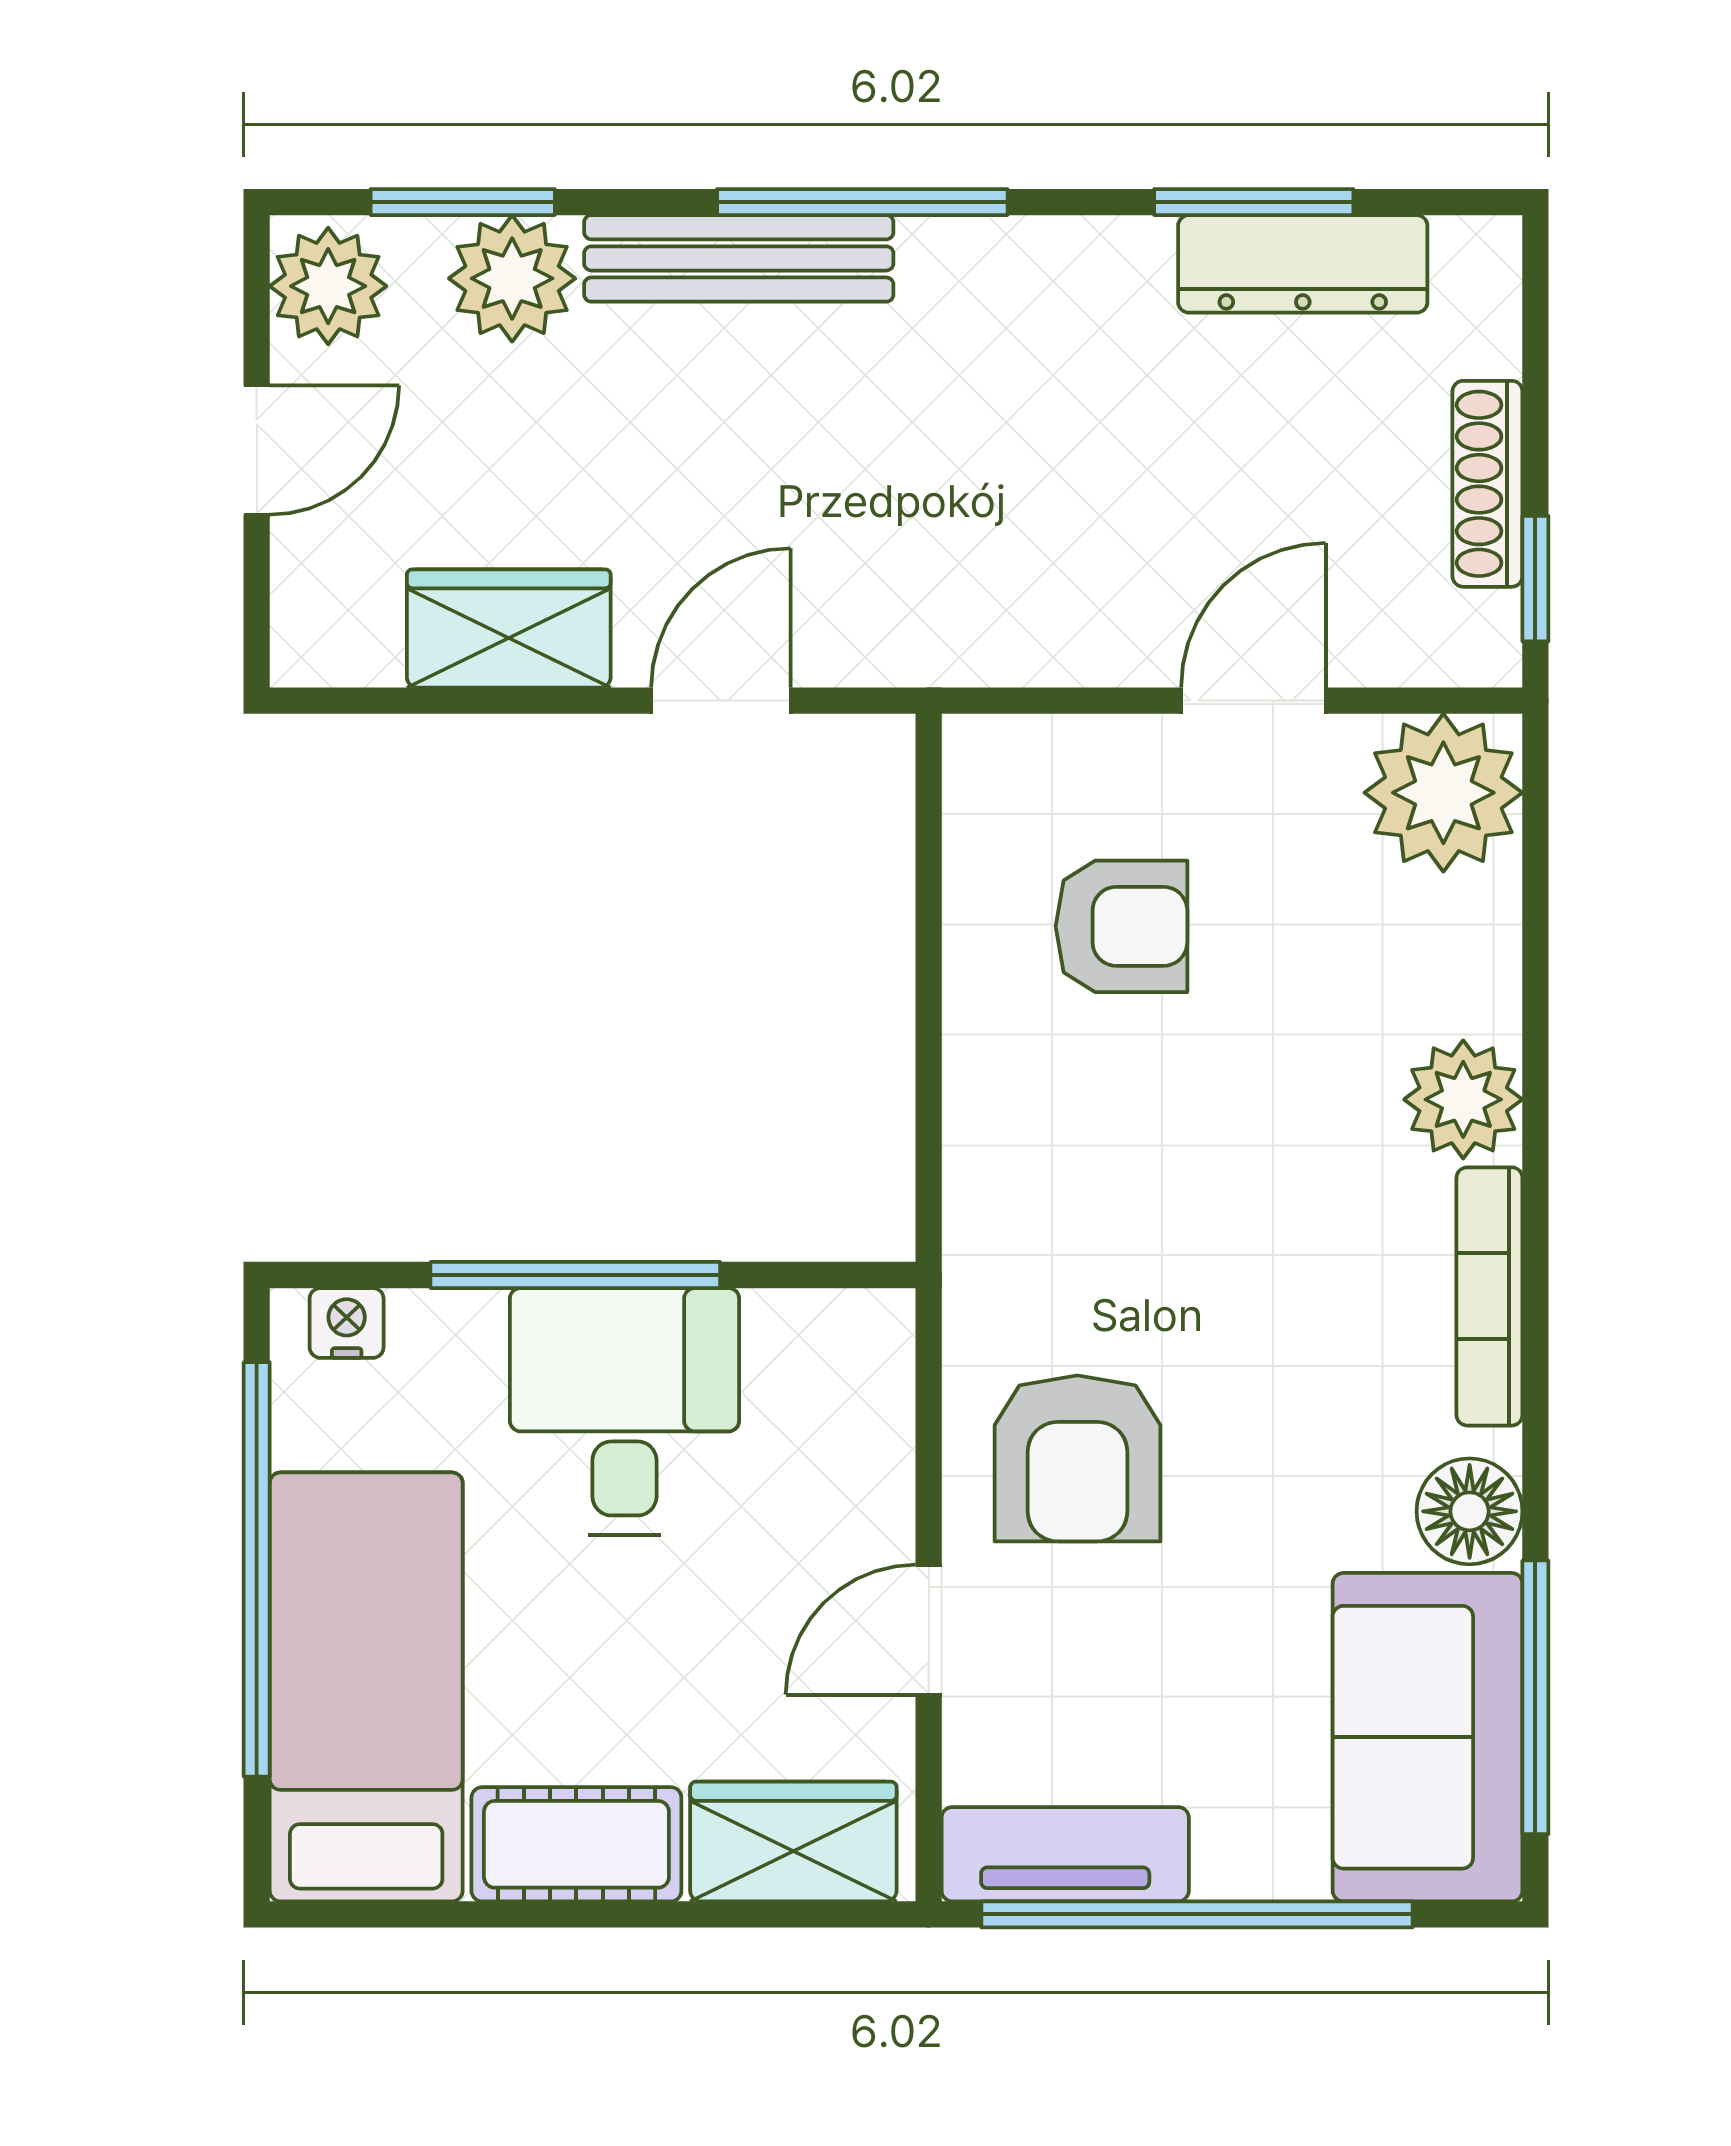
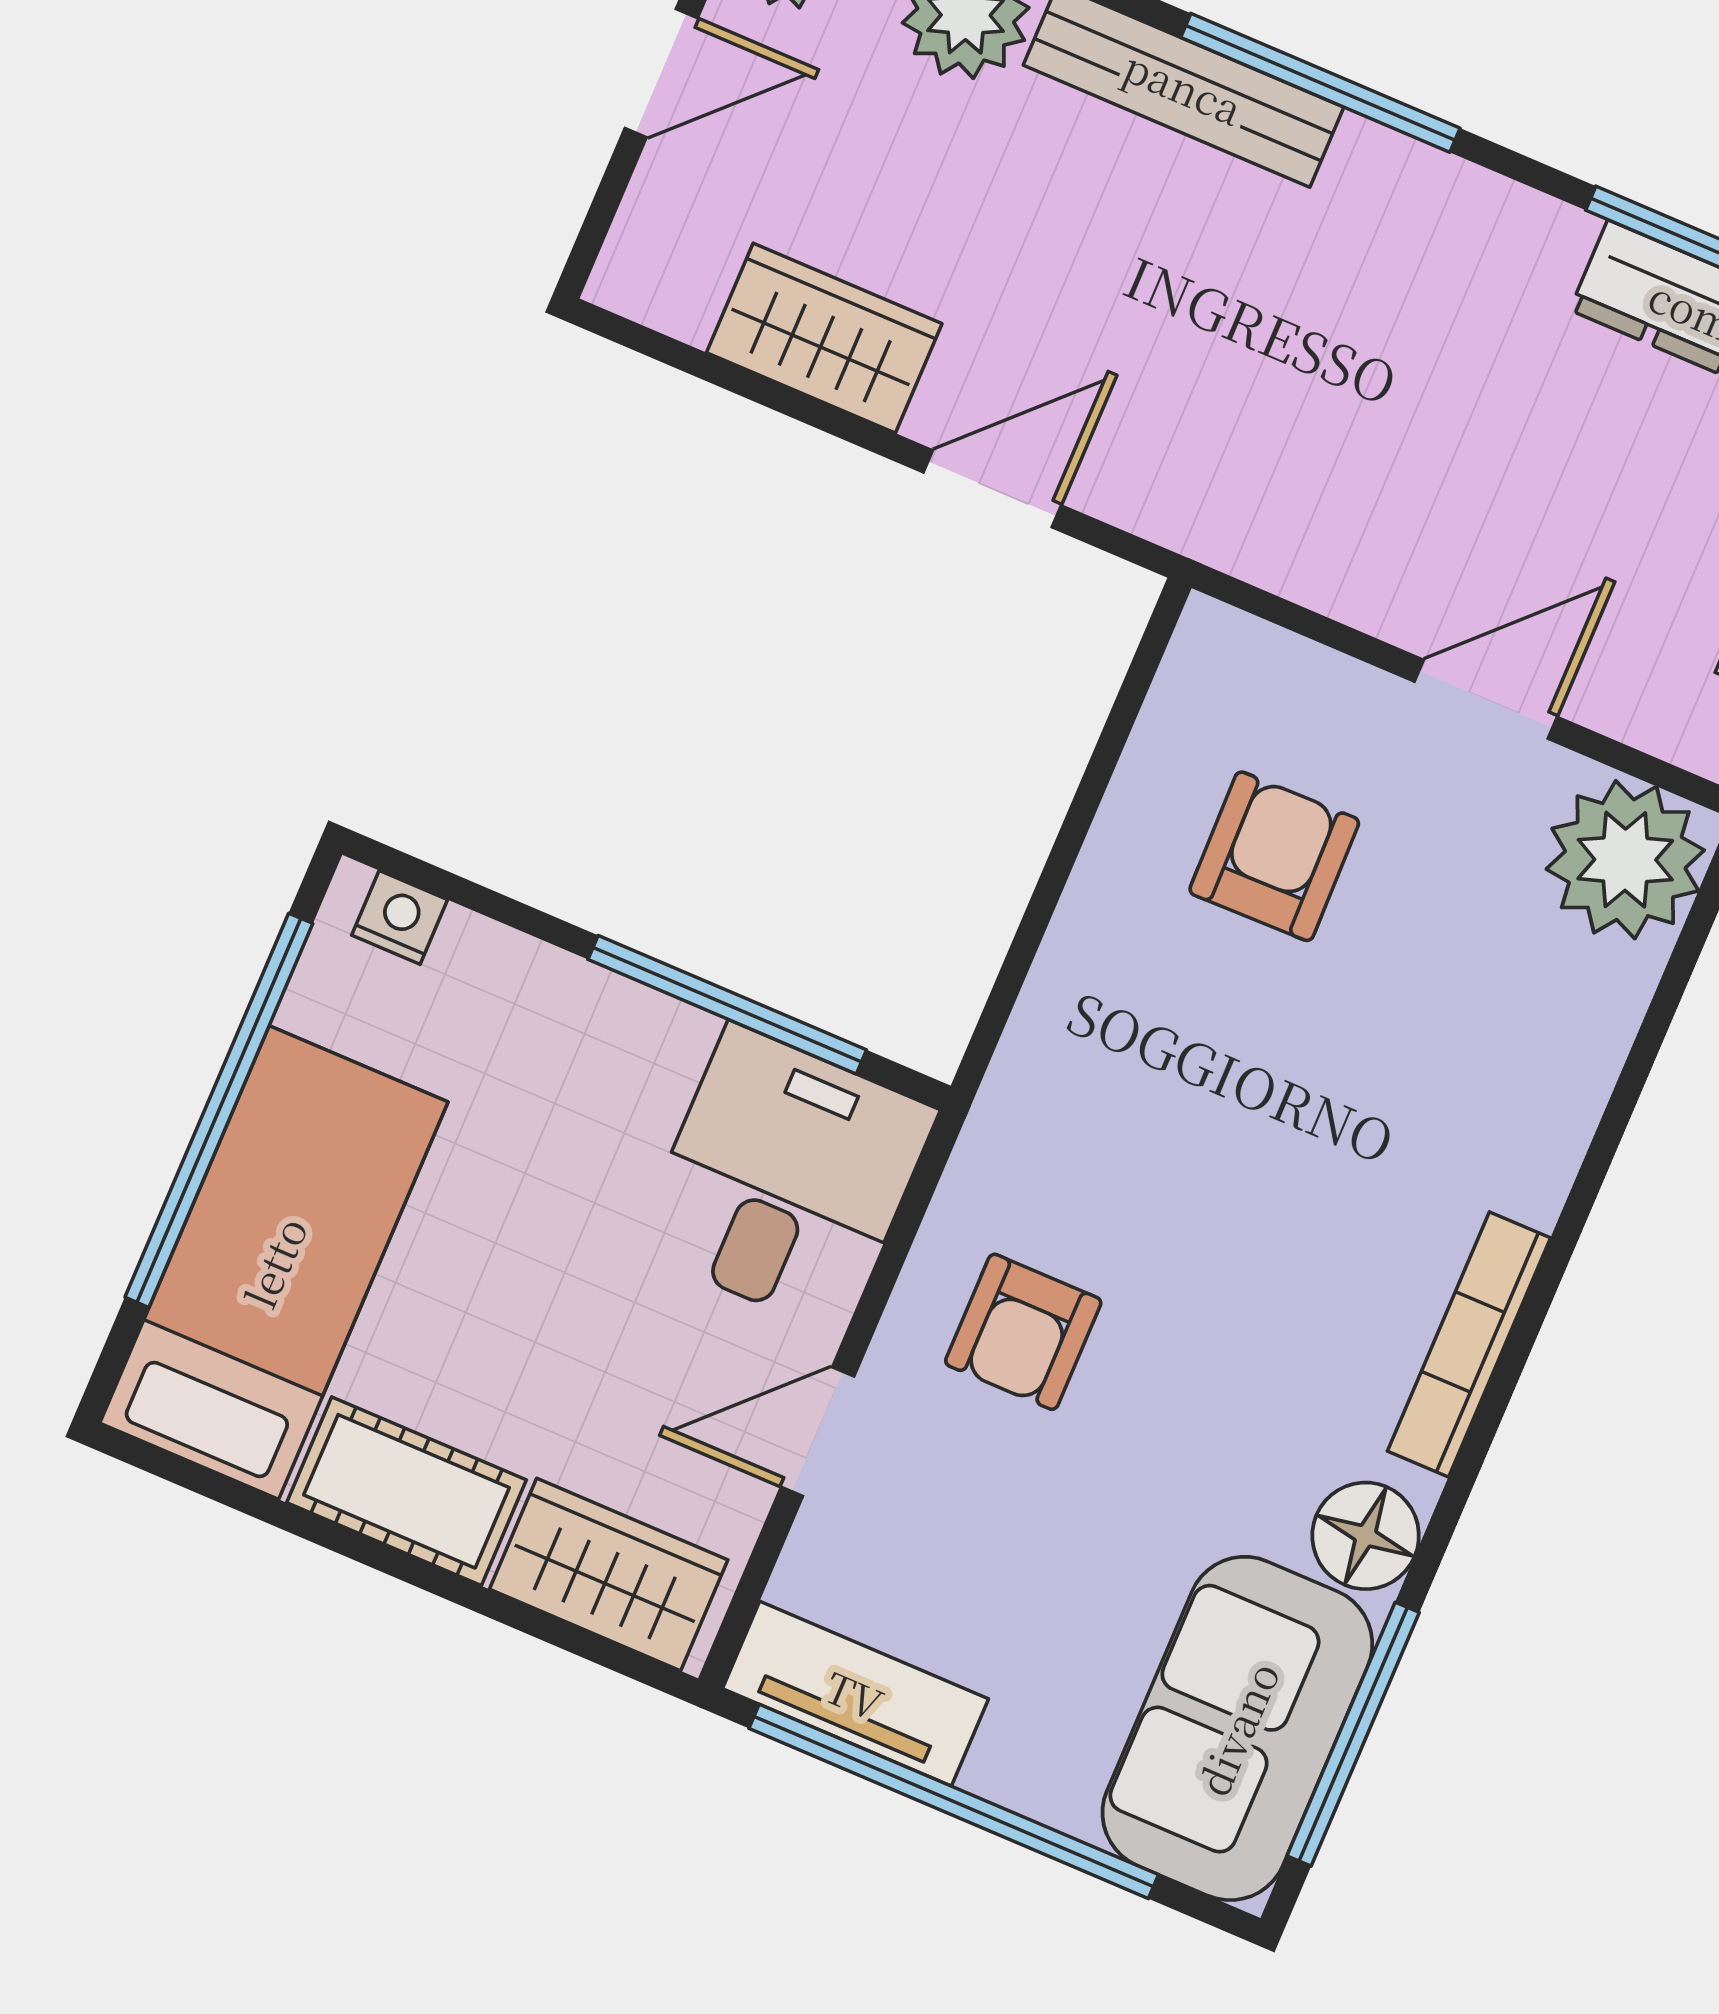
armchair: (1122, 926) -> (1274, 856), turned -91
plant: (1463, 1099) -> (1522, 1152), removed
window: (575, 1275) -> (727, 1005), moved
desk: (624, 1412) -> (785, 1179), moved
armchair: (1077, 1458) -> (1023, 1332), width x0.72, depth x0.72

